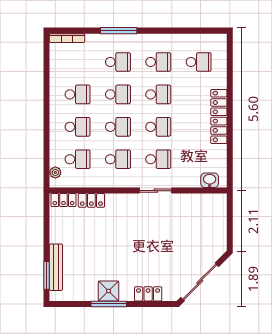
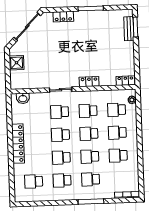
locker: (91, 200) -> (89, 82), moved
bench: (56, 267) -> (129, 29), width x0.73
shower: (108, 291) -> (17, 63), moved

